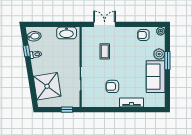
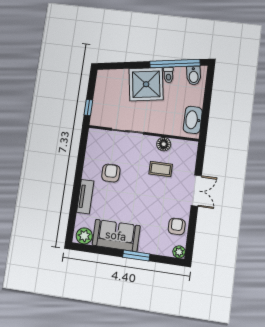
double door: (105, 24) -> (196, 191), moved
window: (27, 51) -> (175, 64), width x3.17
floor lamp: (87, 51) -> (164, 144), added
plant: (159, 54) -> (84, 236), moved
shower: (47, 86) -> (146, 84), moved

